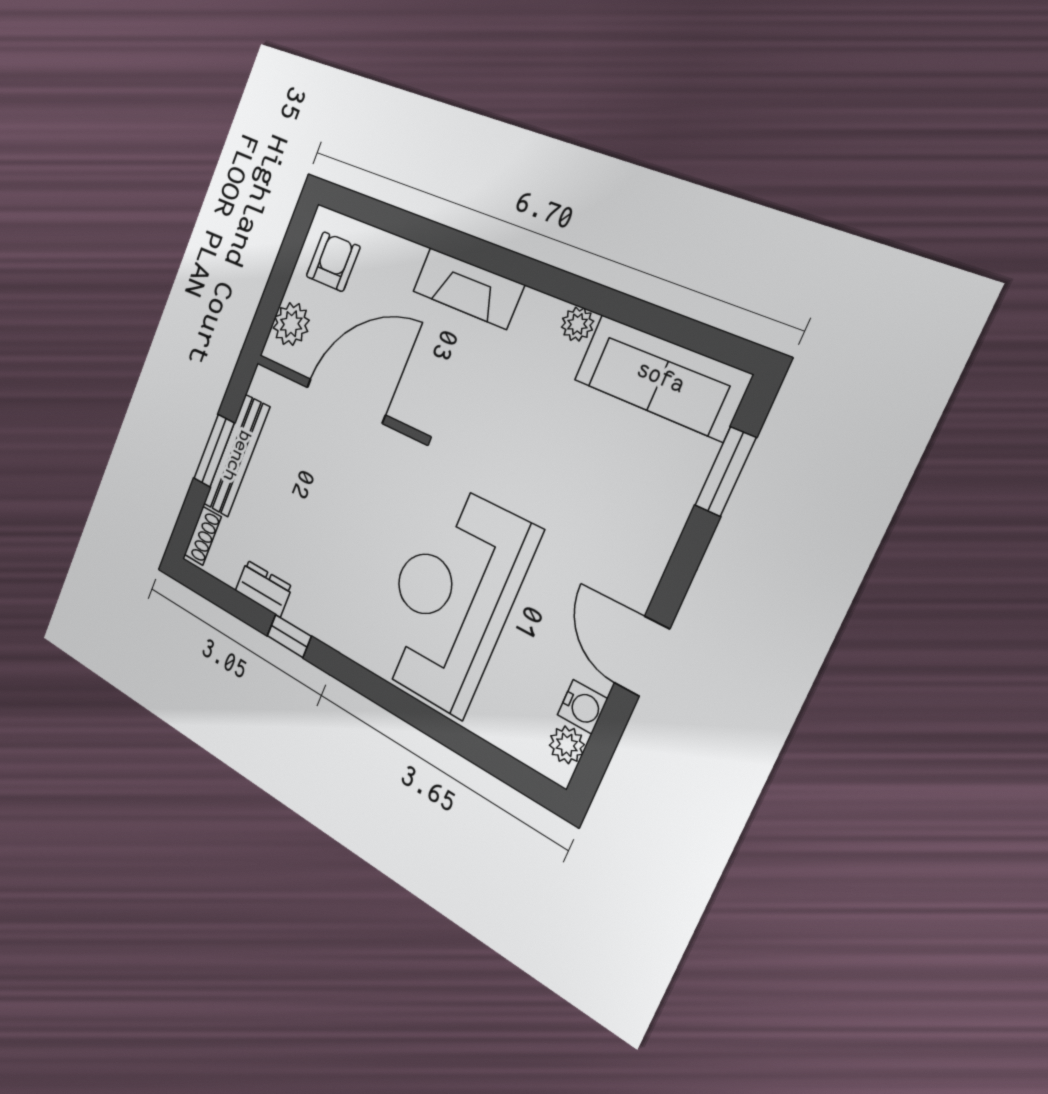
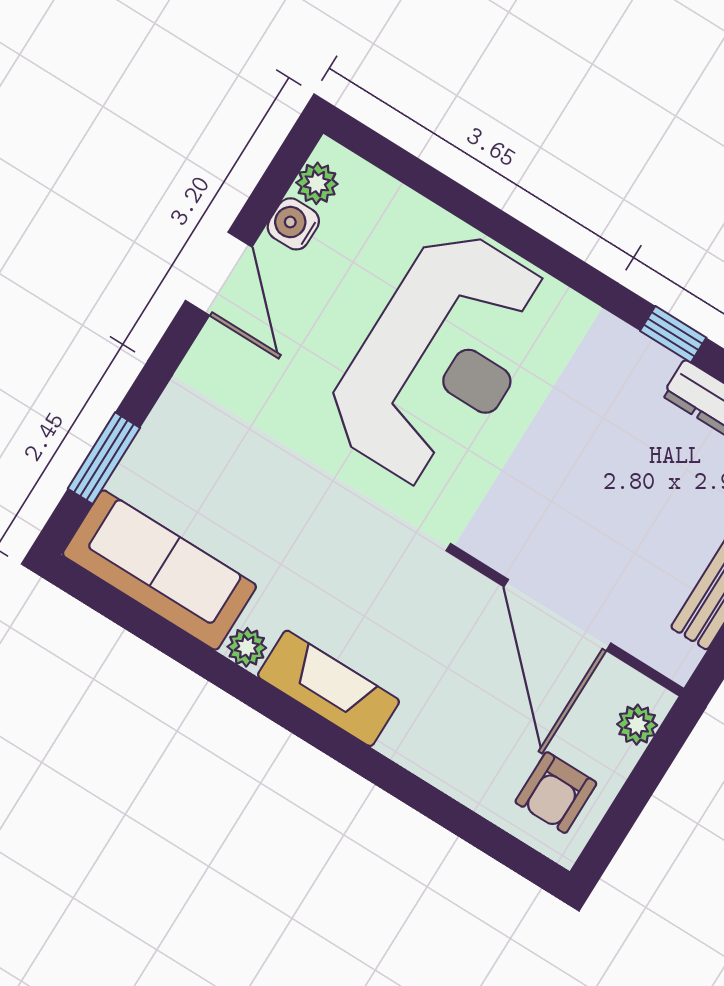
fireplace: (468, 288) -> (329, 688), moved
plant: (291, 324) -> (637, 725), width x0.73, depth x0.73
door: (346, 401) -> (557, 615), hinge flipped

